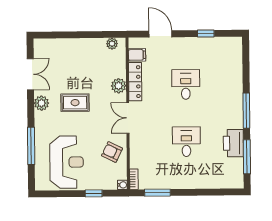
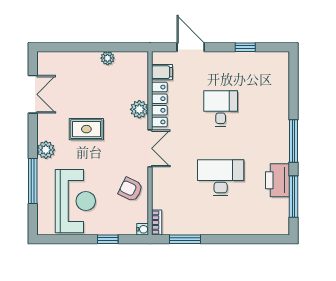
plant: (112, 44) -> (108, 58), moved
plant: (41, 103) -> (46, 150), moved
double door: (128, 118) -> (150, 148), swing flipped
desk: (186, 142) -> (221, 178), width x1.37

